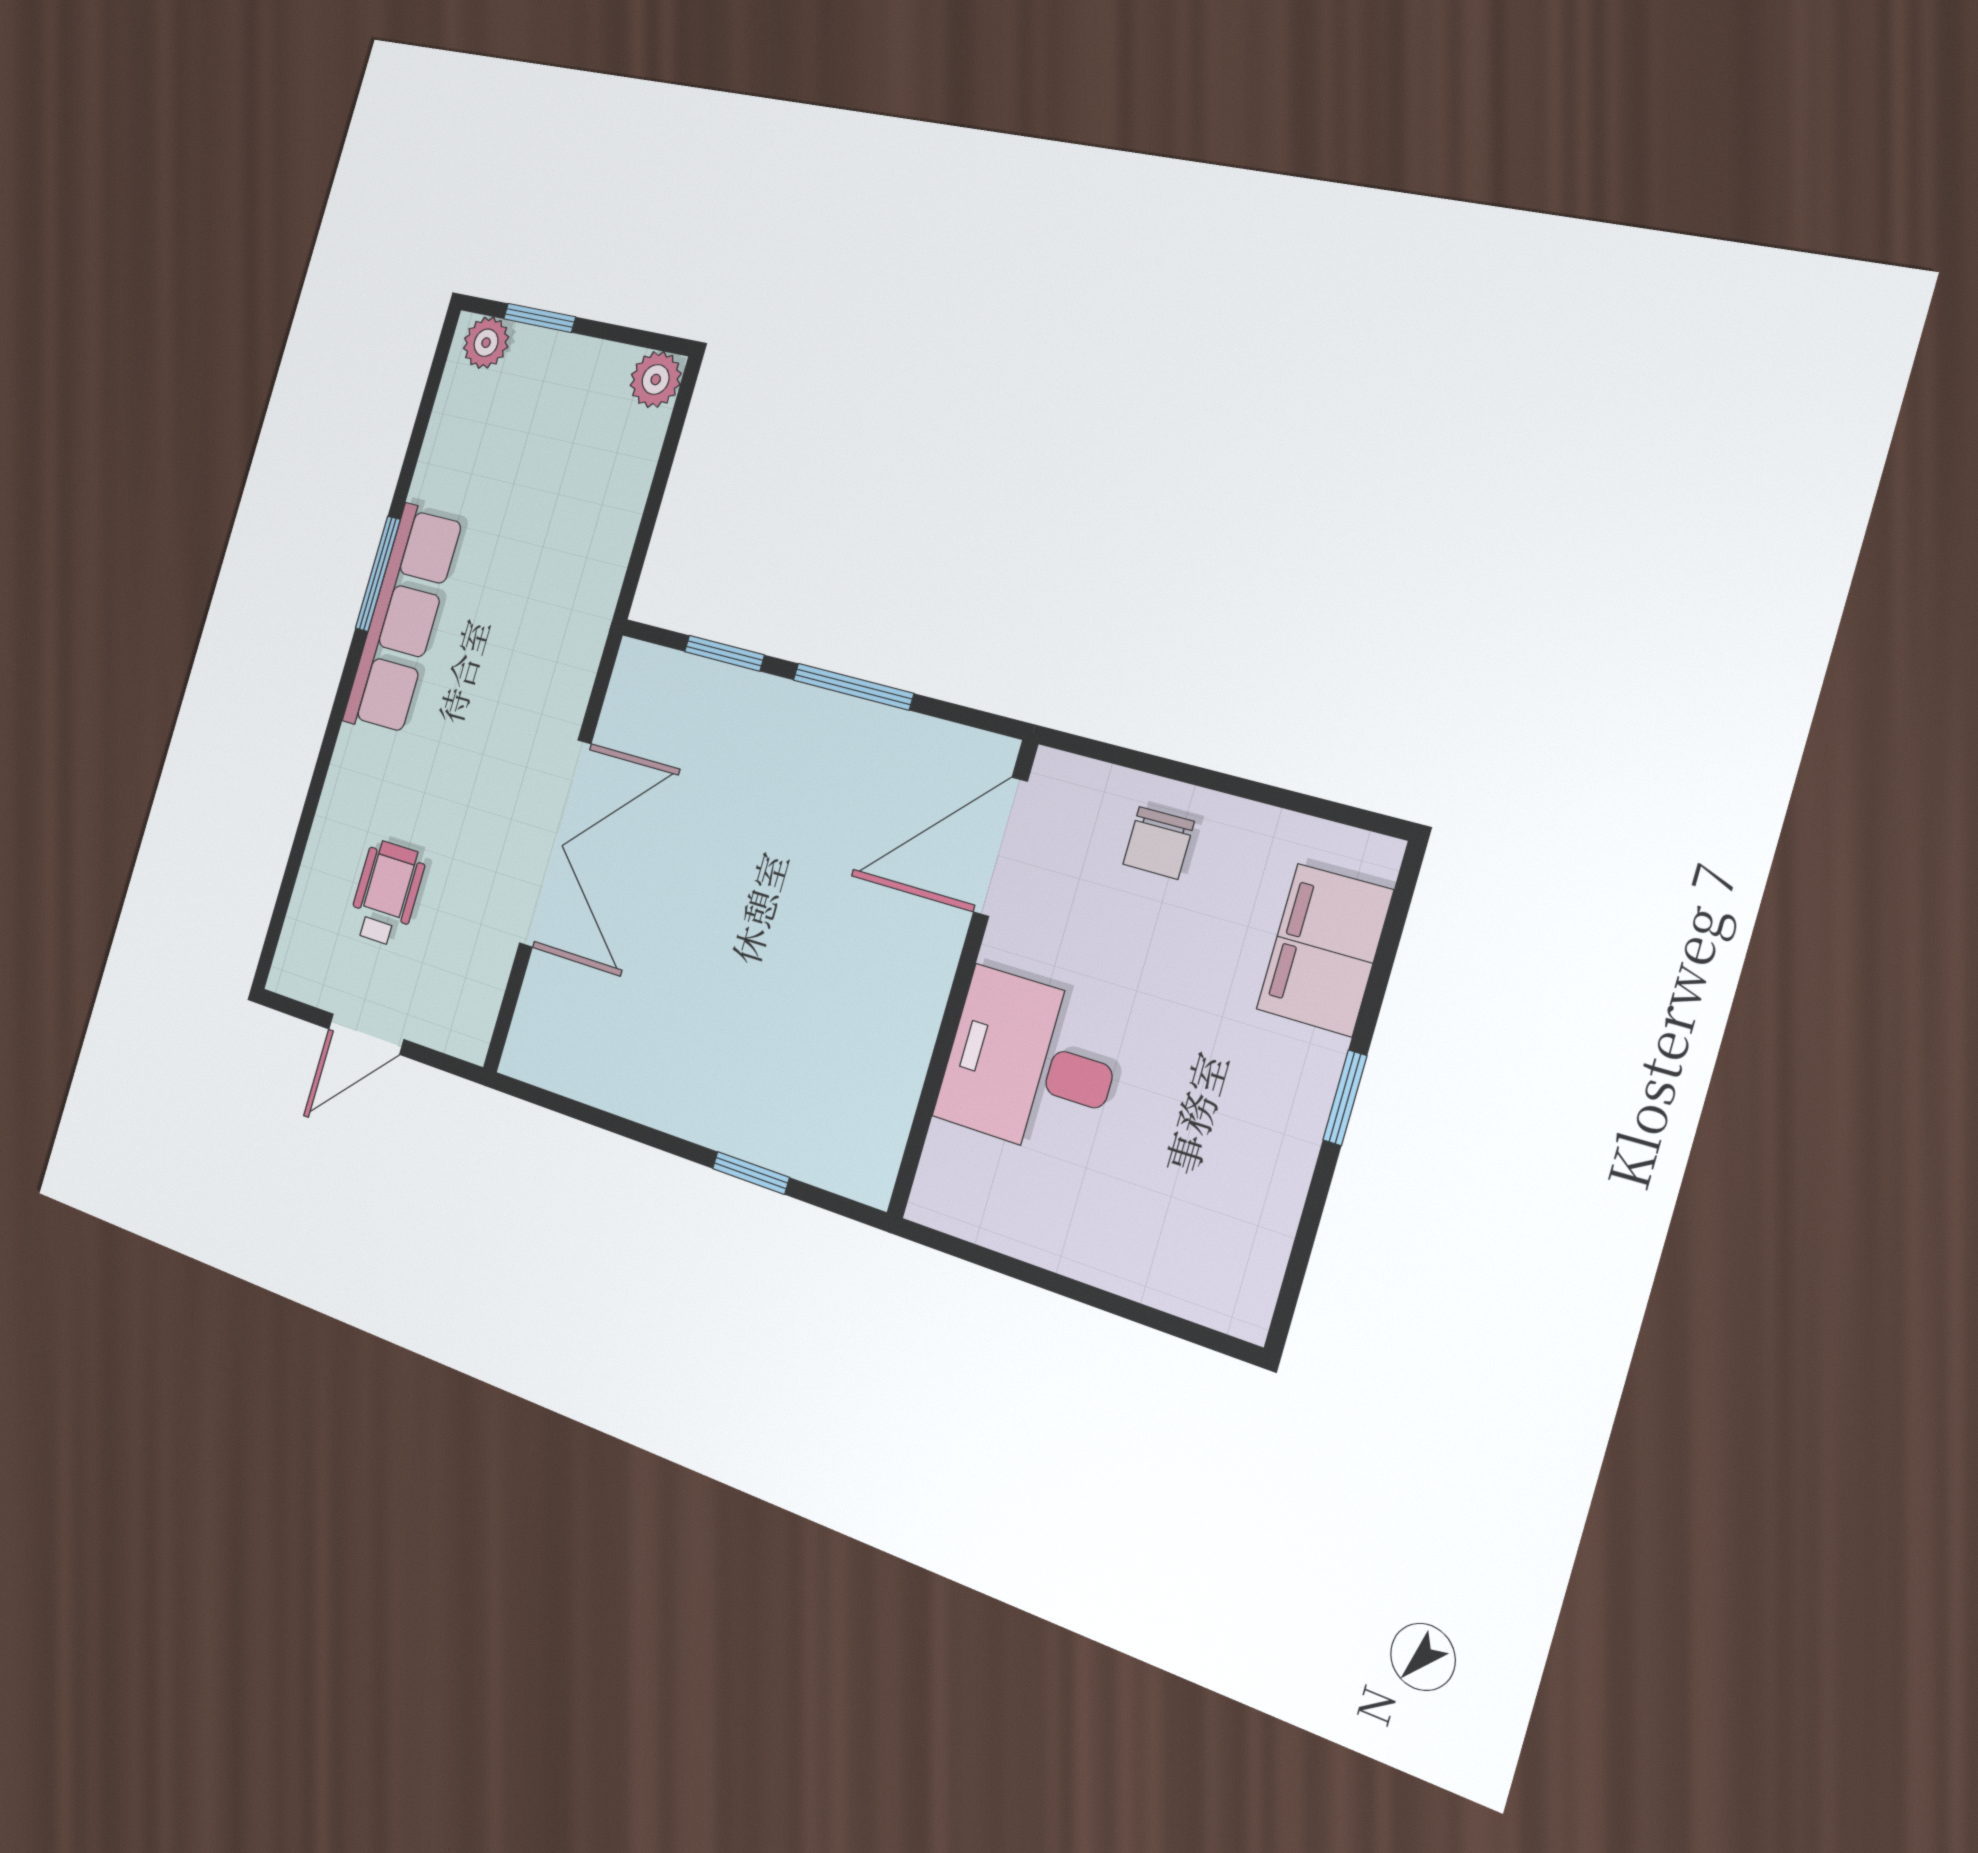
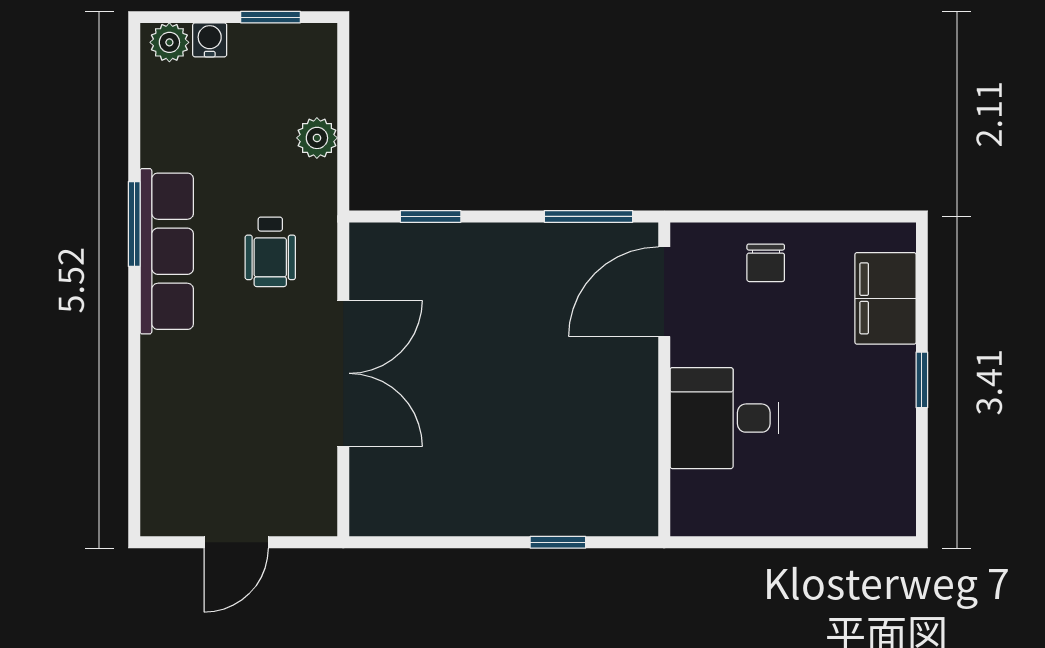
window: (540, 318) -> (270, 17), moved
water cooler: (532, 349) -> (210, 40), added
plant: (656, 379) -> (317, 138), moved
window: (853, 687) -> (589, 216), moved
wheelchair: (387, 893) -> (270, 252), moved, turned 180

